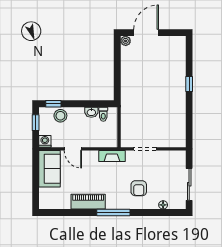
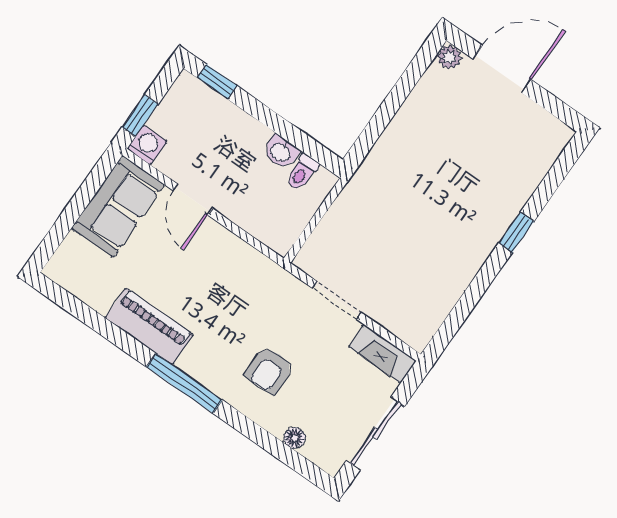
stool: (60, 116) -> (214, 116), removed
window: (36, 123) -> (140, 116), moved
fireplace: (112, 156) -> (382, 354), moved

